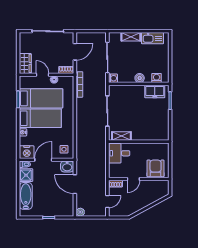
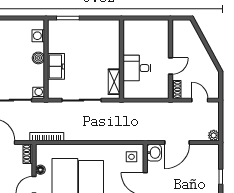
freezer: (155, 92) -> (56, 66), moved
desk: (119, 153) -> (137, 68), moved, turned 90
armchair: (156, 168) -> (156, 37), removed
door: (133, 179) -> (170, 66), hinge flipped

